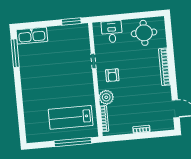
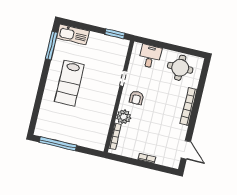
lab bench: (71, 117) -> (69, 83), moved, turned -90
window: (73, 142) -> (58, 144), moved

